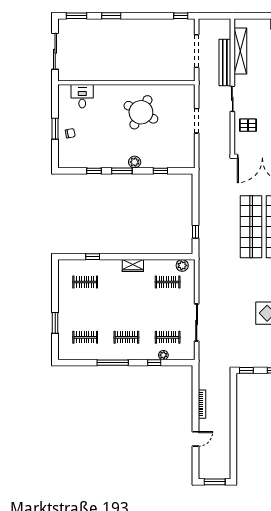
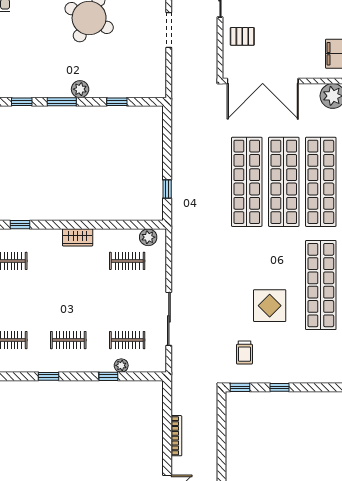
trolley: (250, 346) -> (244, 353), added
window: (113, 363) -> (49, 376), width x0.46

